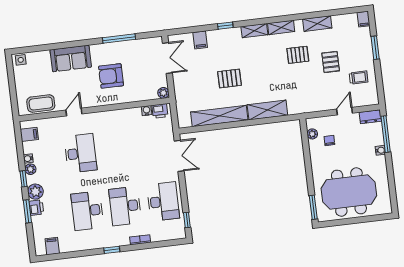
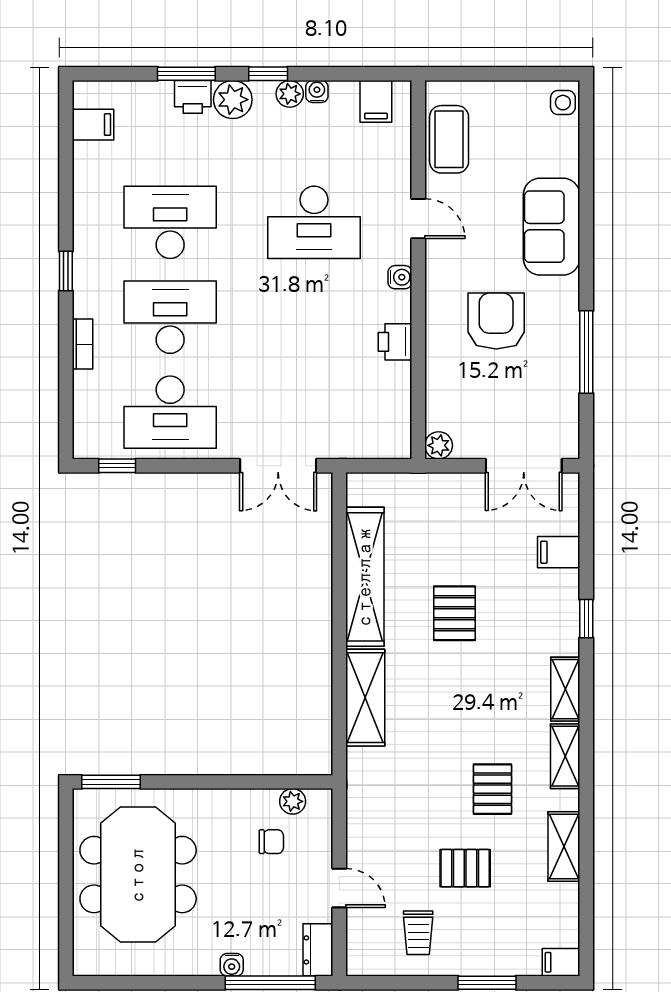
water cooler: (147, 111) -> (400, 277), moved
printer: (160, 111) -> (395, 342), moved

